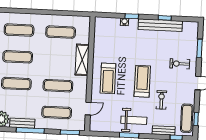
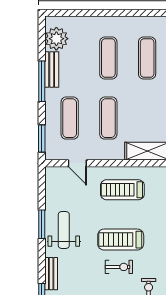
treadmill: (142, 81) -> (121, 240), turned 180
exercise bike: (161, 100) -> (119, 267), moved
weight bench: (134, 120) -> (64, 230), turned 180

